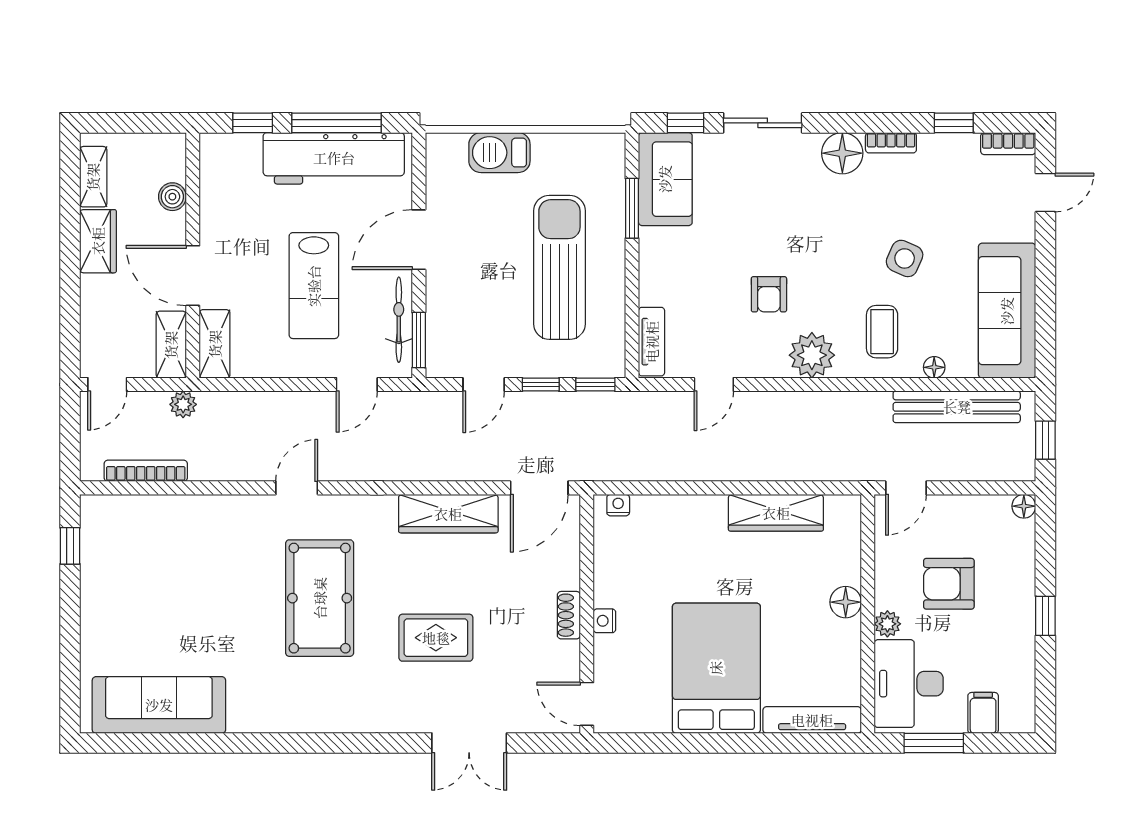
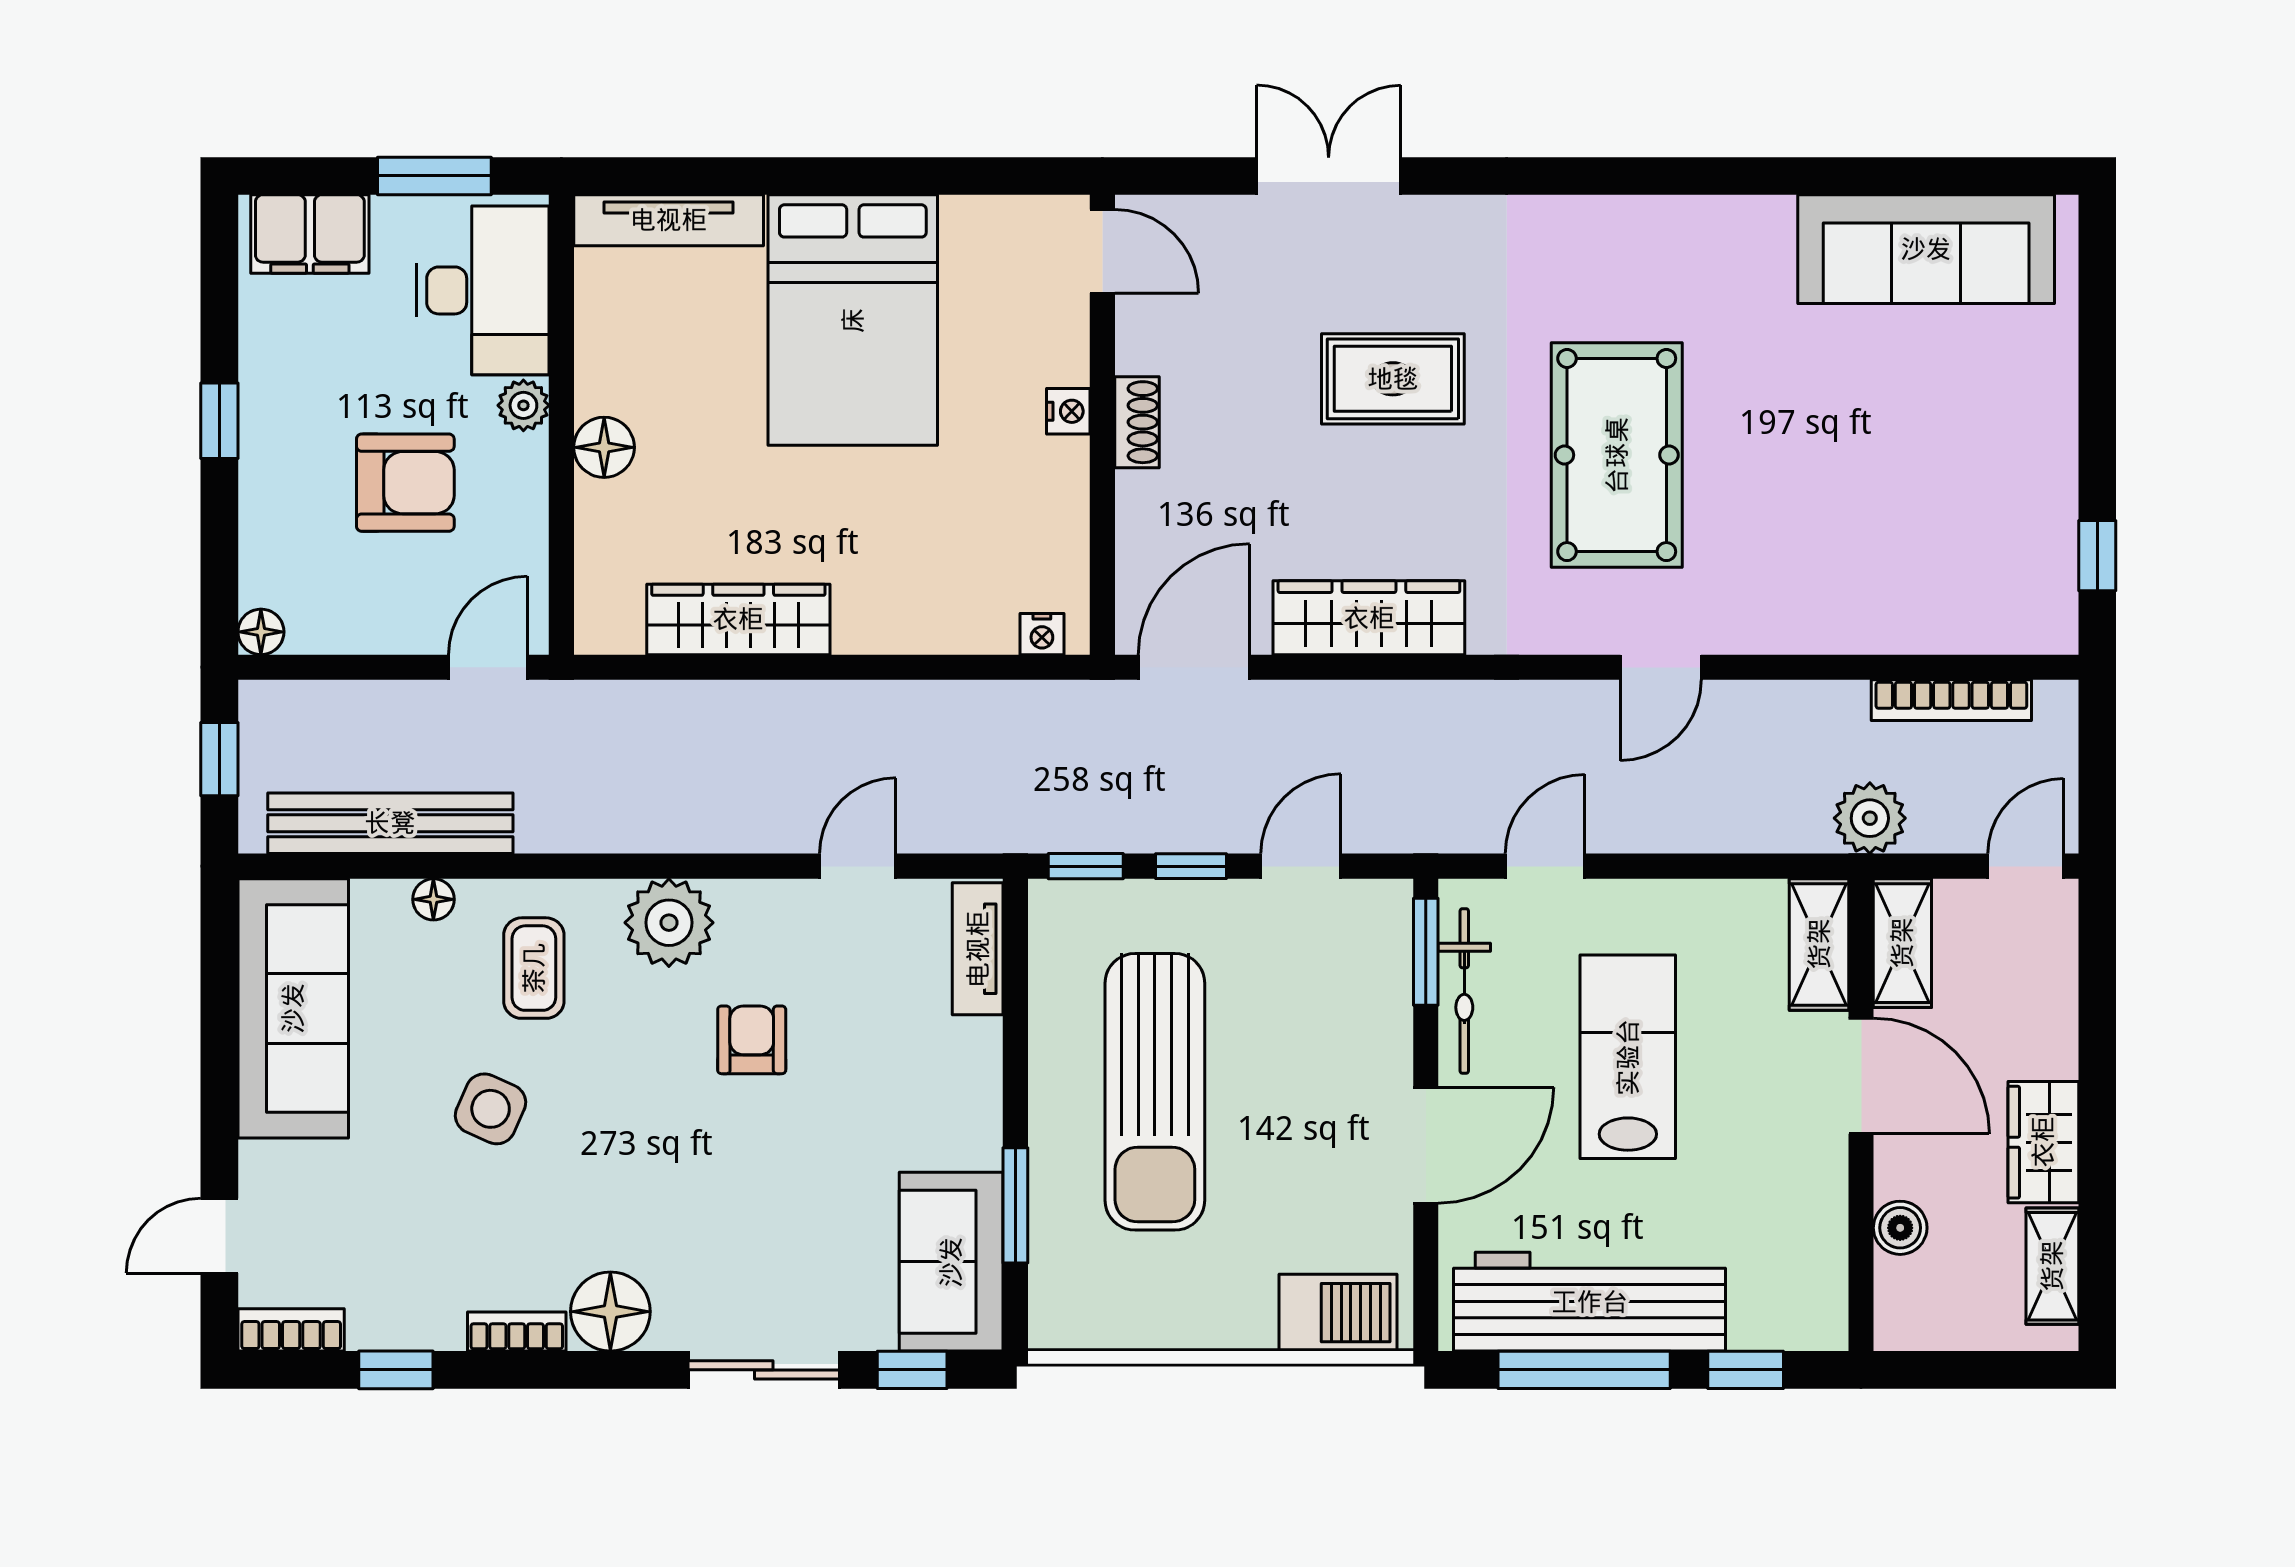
barbecue: (499, 153) -> (1338, 1313), moved
plant: (183, 404) -> (1870, 818), width x1.38, depth x1.38
filing cabinet: (983, 713) -> (310, 234), width x2.00

